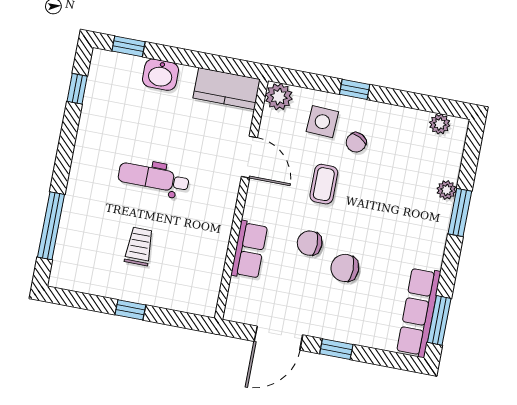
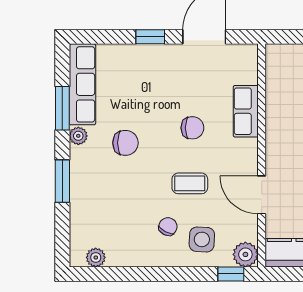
window: (355, 89) -> (231, 274), moved
coffee table: (324, 184) -> (190, 183), turned 90
plant: (446, 190) -> (78, 136), moved
chair: (345, 268) -> (125, 143), moved
window: (439, 320) -> (62, 108), moved

